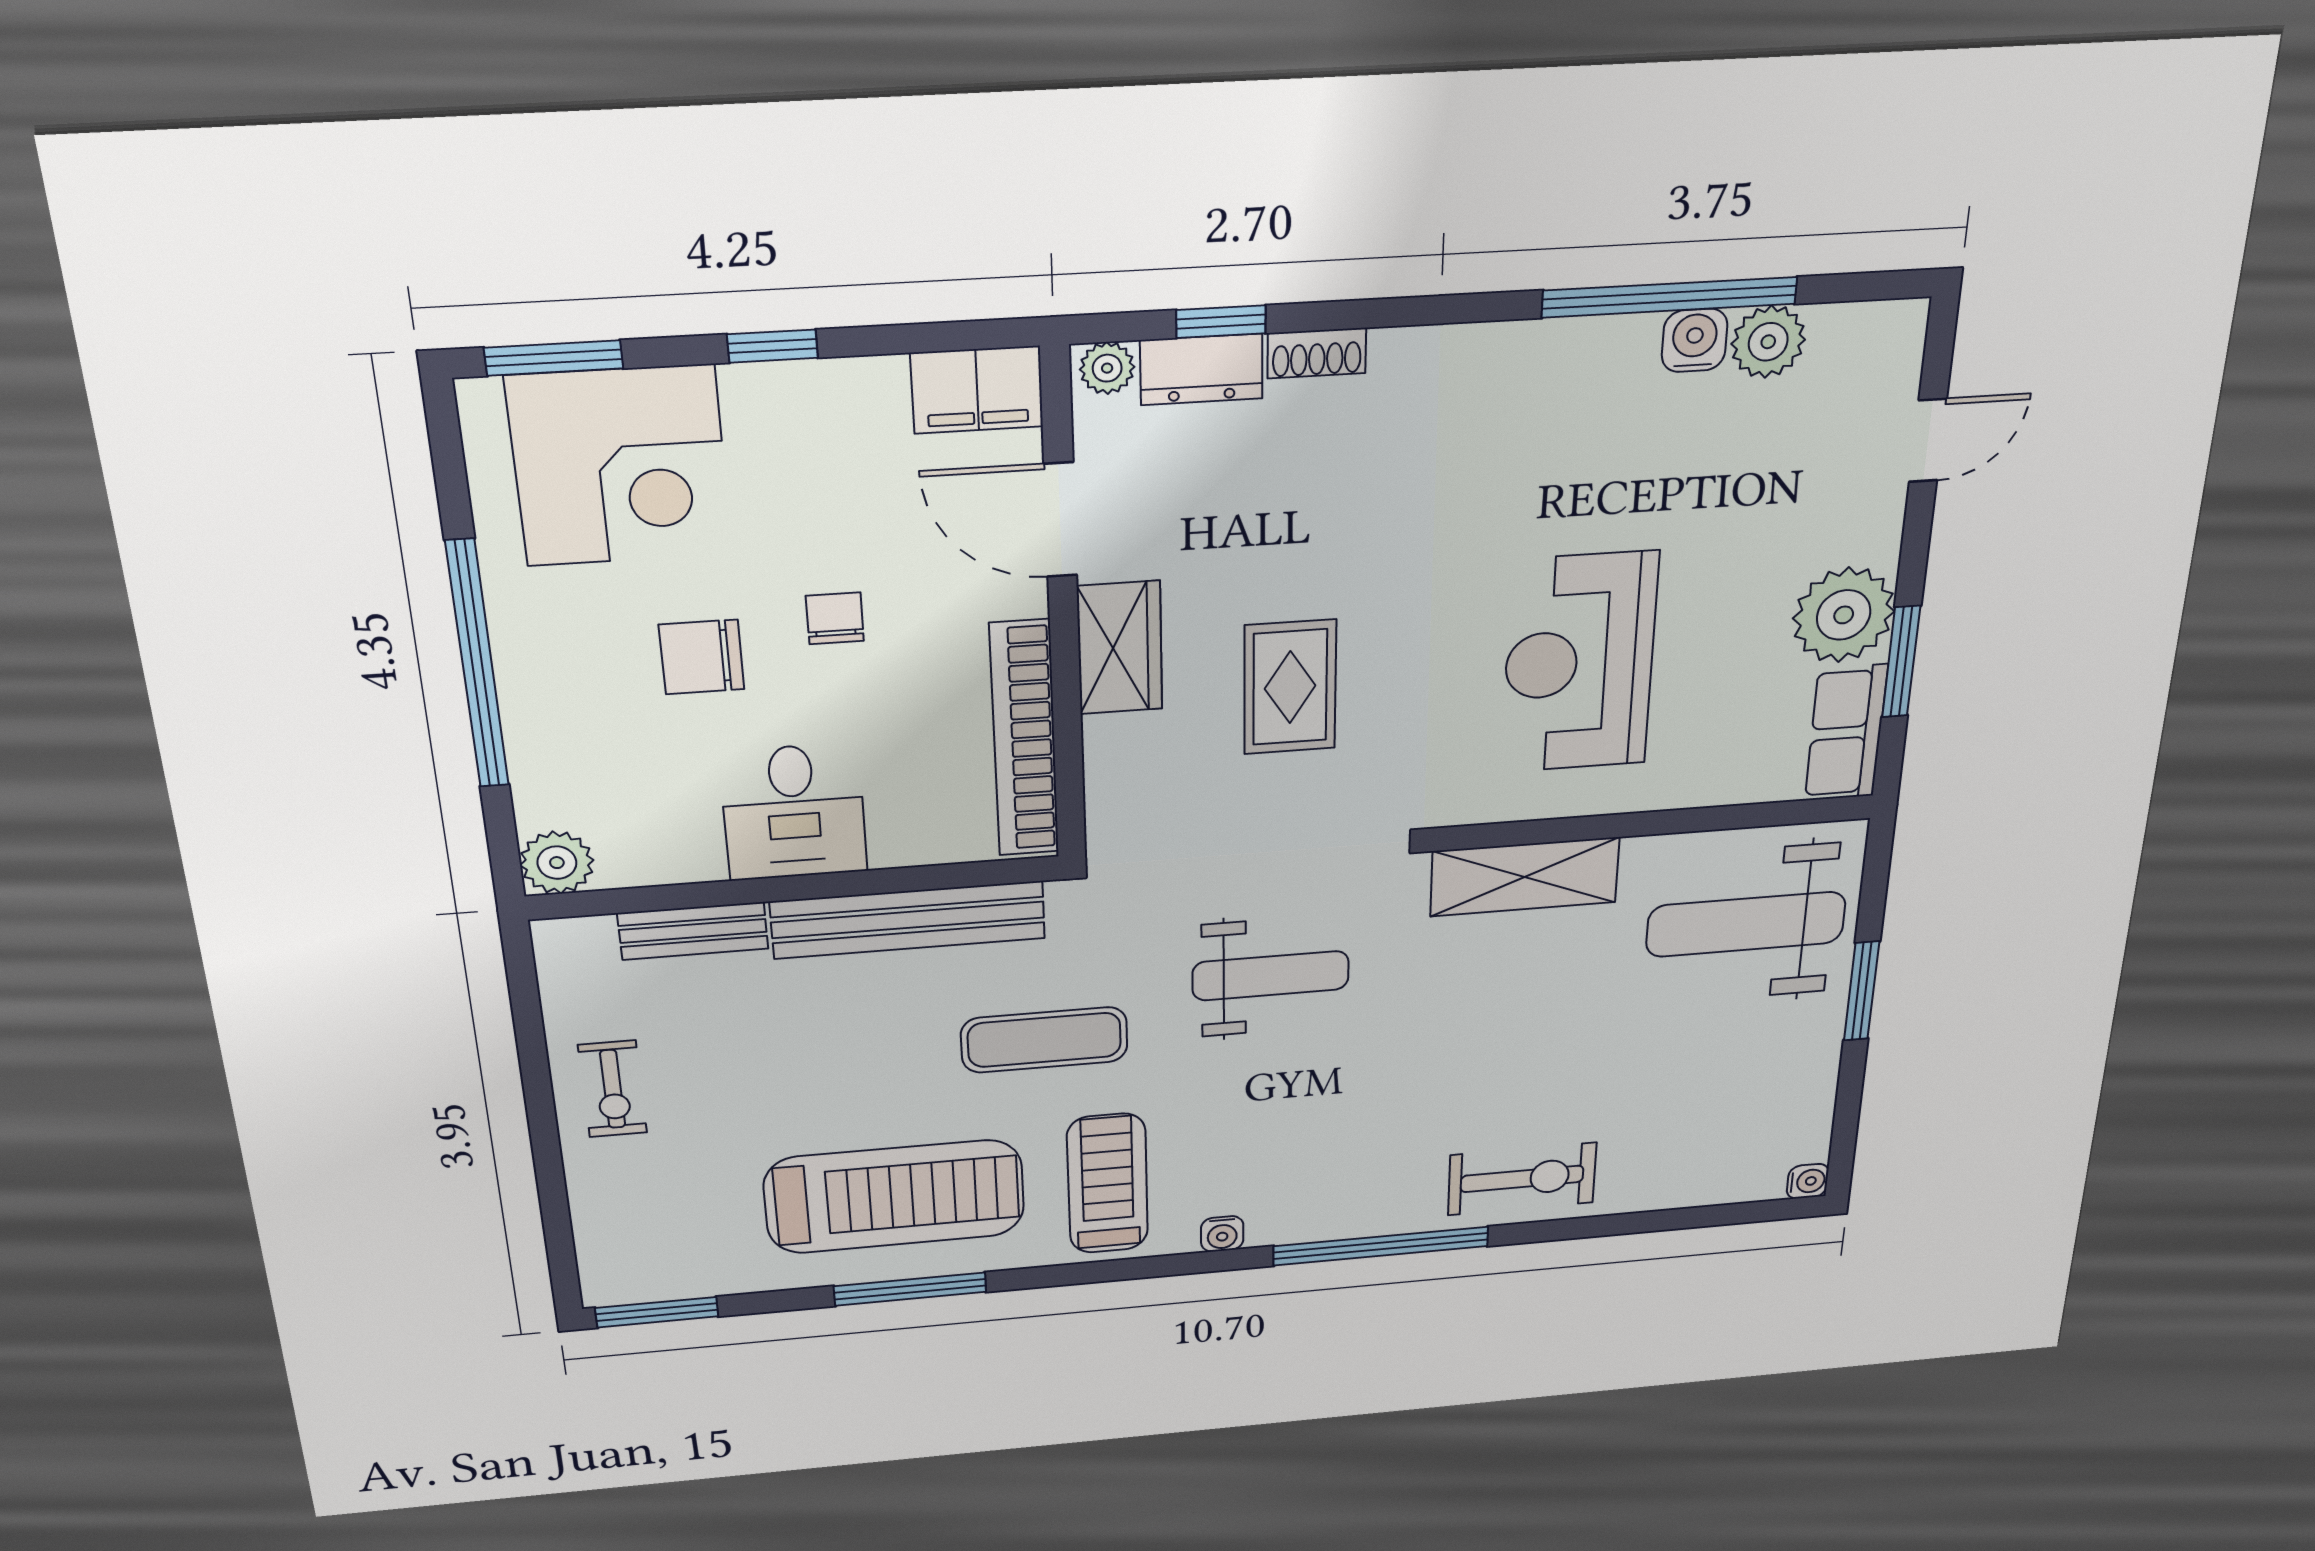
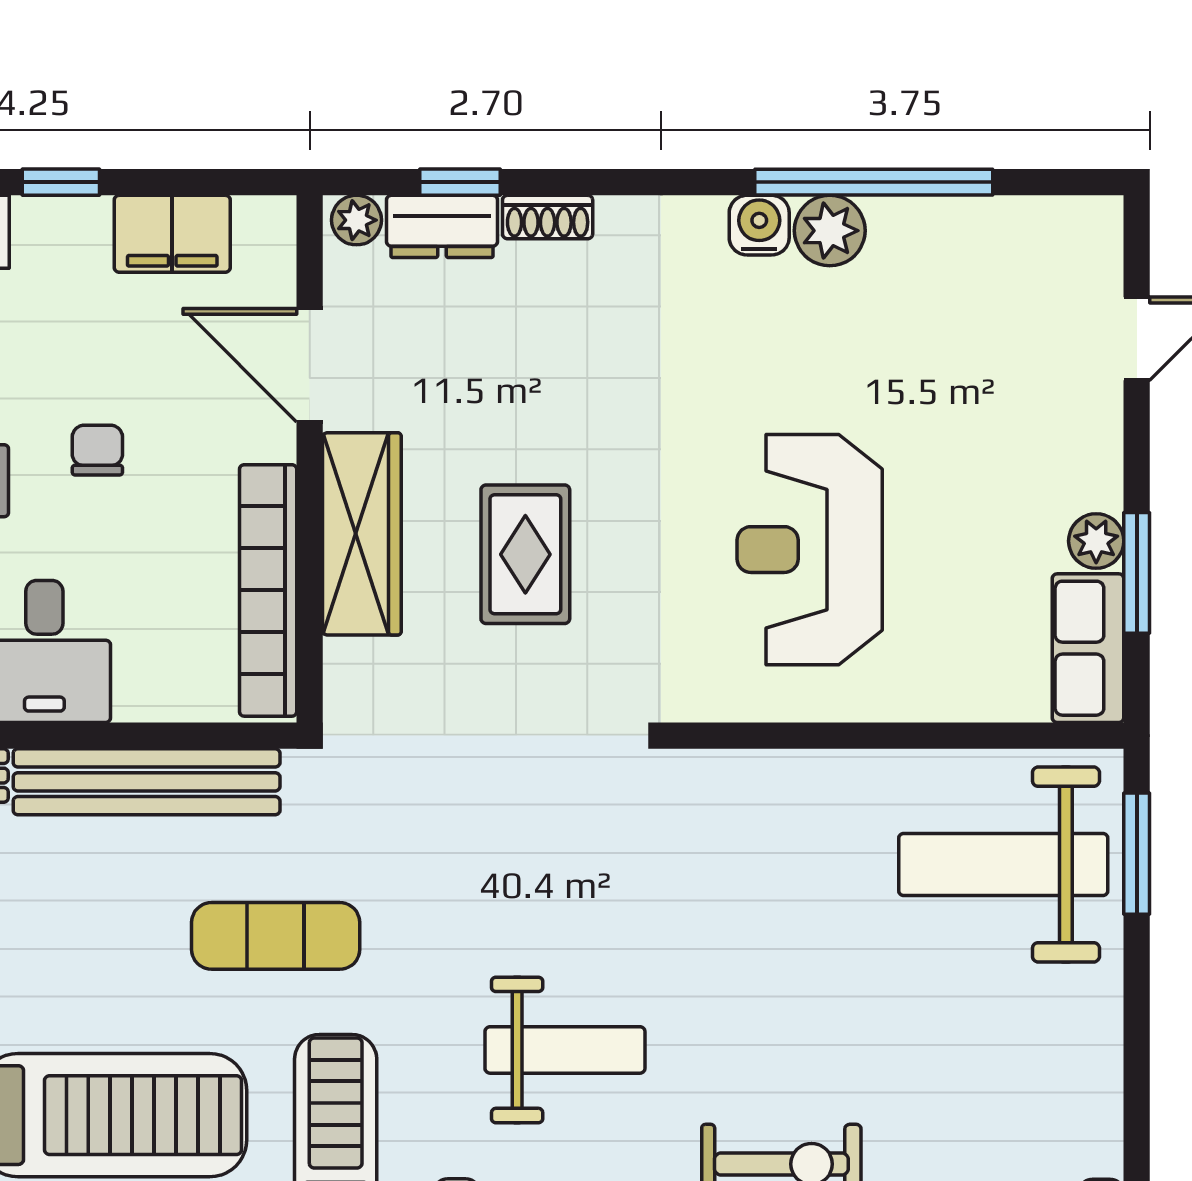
water cooler: (1695, 340) -> (759, 225), moved
plant: (1768, 342) -> (830, 231), moved
filing cabinet: (977, 390) -> (172, 234), moved
plant: (1844, 615) -> (1096, 541), width x0.53, depth x0.53
wardrobe: (1120, 648) -> (362, 534), width x1.50
shelving: (1525, 877) -> (767, 787), removed
weight bench: (1271, 976) -> (565, 1050), moved
window: (1862, 991) -> (1137, 854), moved

